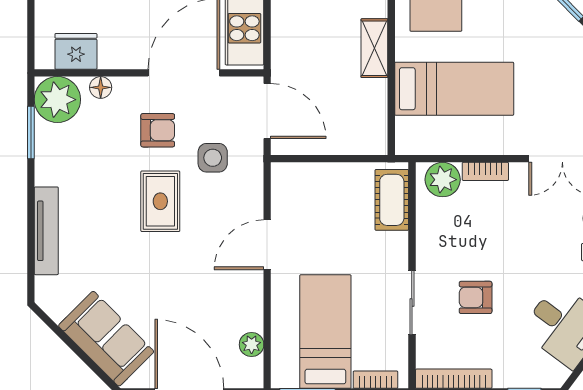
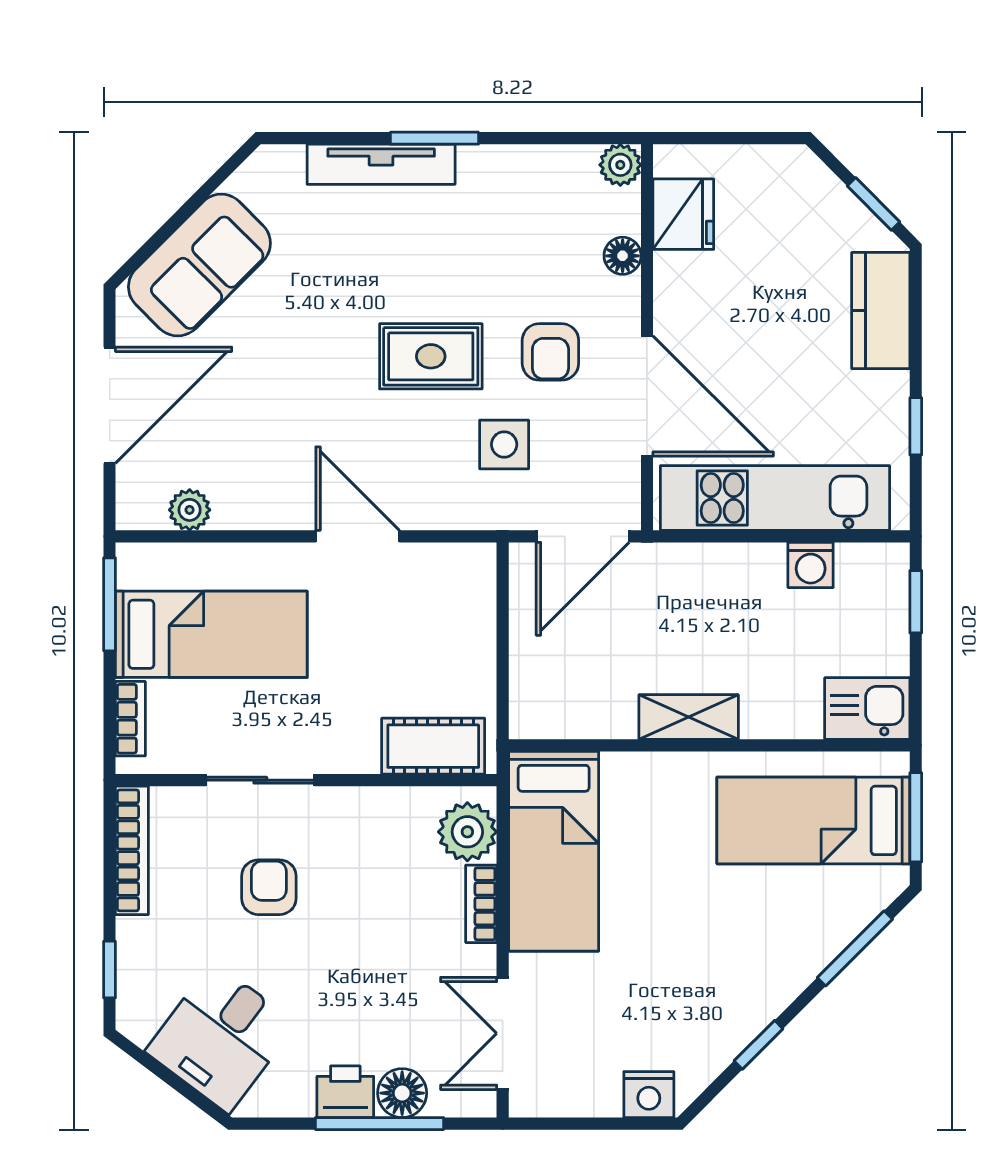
bed: (454, 89) -> (554, 851), moved
plant: (57, 100) -> (620, 165), width x0.53, depth x0.53
window: (31, 133) -> (434, 138), moved

